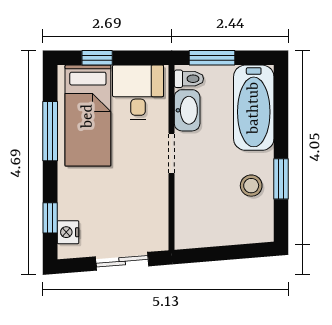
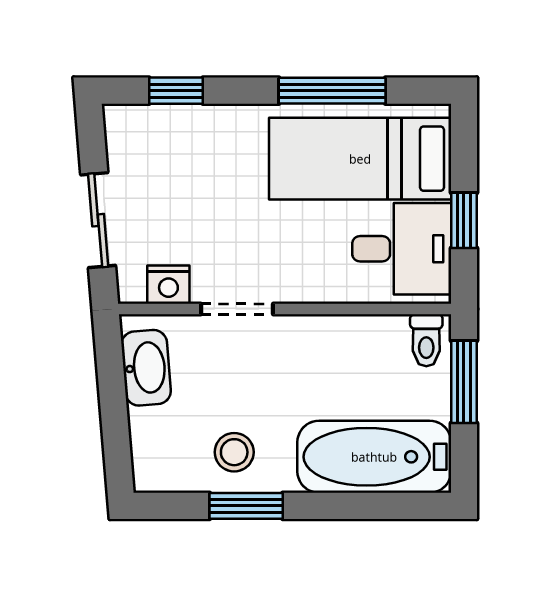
window: (97, 58) -> (464, 220), moved
washbasin: (187, 110) -> (146, 368), moved, turned -95
doorway: (172, 153) -> (237, 309), moved
nightstand: (68, 232) -> (168, 285), moved, turned 180

